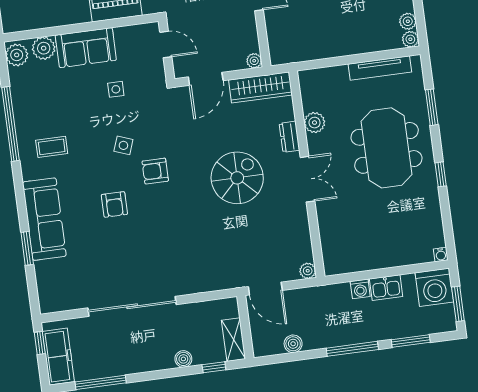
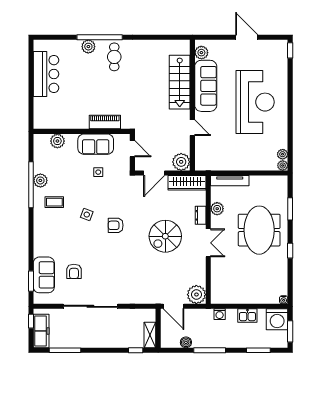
sofa: (86, 48) -> (96, 144), moved
plant: (17, 55) -> (40, 180), moved
plant: (254, 61) -> (181, 162), width x1.87, depth x1.87
tv unit: (380, 68) -> (230, 181), moved
side table: (123, 145) -> (87, 215), moved
spiral stairs: (237, 178) -> (165, 236), turned 180
armchair: (114, 204) -> (74, 271), moved
sofa: (44, 219) -> (44, 275), moved, width x0.73
window: (27, 248) -> (31, 281), moved
plant: (308, 271) -> (196, 295), width x1.88, depth x1.88
washing machine: (360, 289) -> (220, 314), moved
window: (352, 349) -> (210, 350), moved
boiler: (183, 359) -> (118, 343), removed

